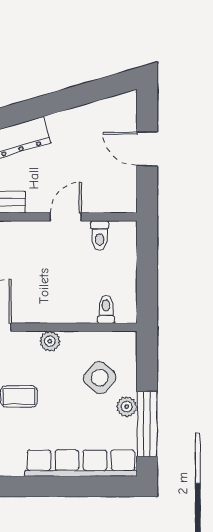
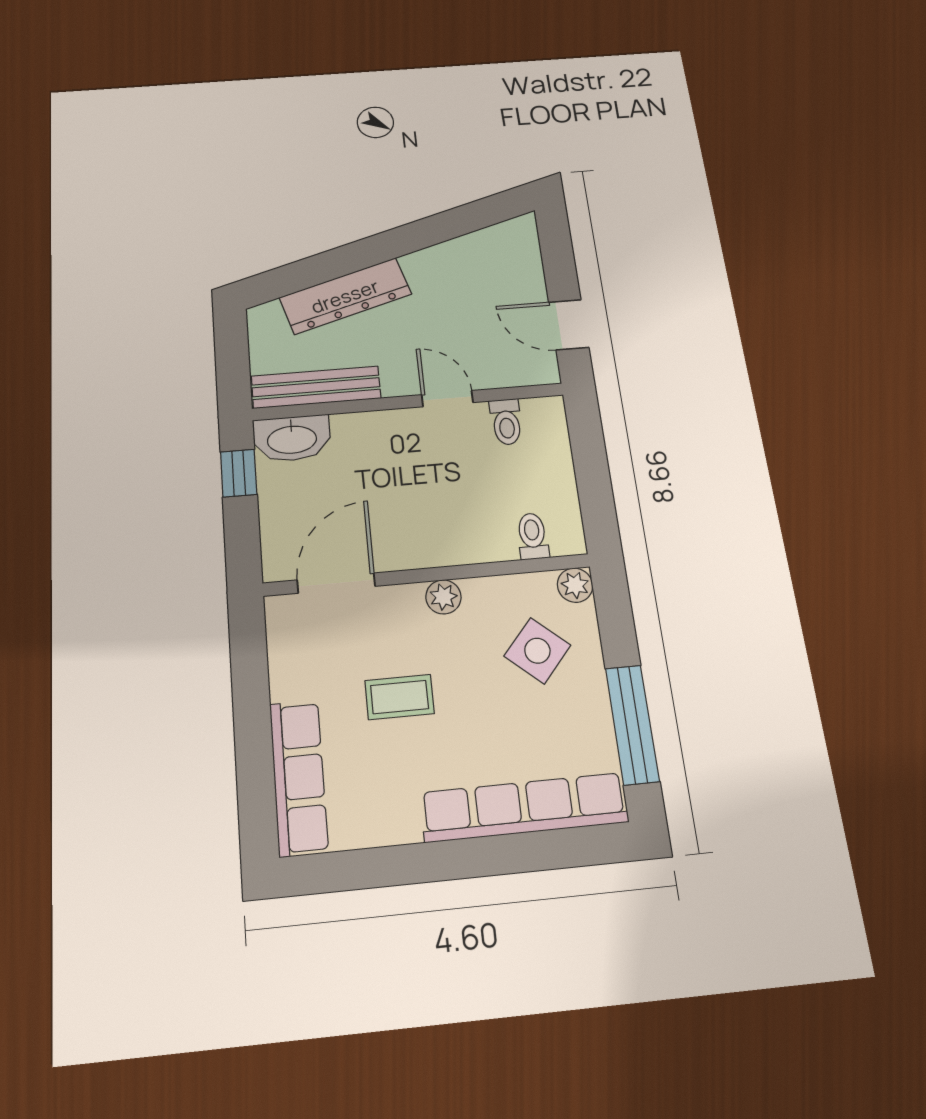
door: (147, 149) -> (569, 325), moved
door: (66, 217) -> (447, 399), hinge flipped
plant: (127, 407) -> (575, 585), moved

